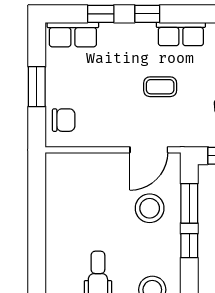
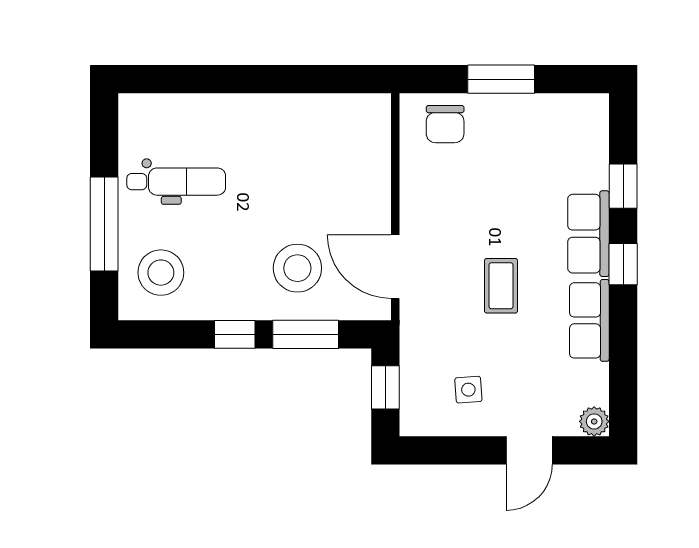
row of seats: (73, 35) -> (588, 234), moved

